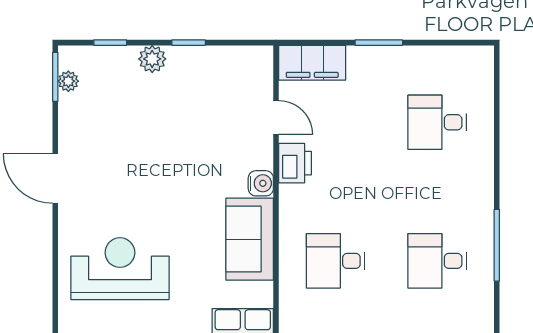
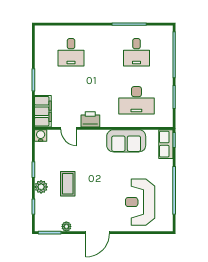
plant: (68, 81) -> (66, 226), moved
coffee table: (159, 115) -> (68, 184), added
door: (276, 118) -> (69, 128), swing flipped
water cooler: (261, 183) -> (41, 136), moved
desk: (336, 261) -> (136, 100), width x1.37

